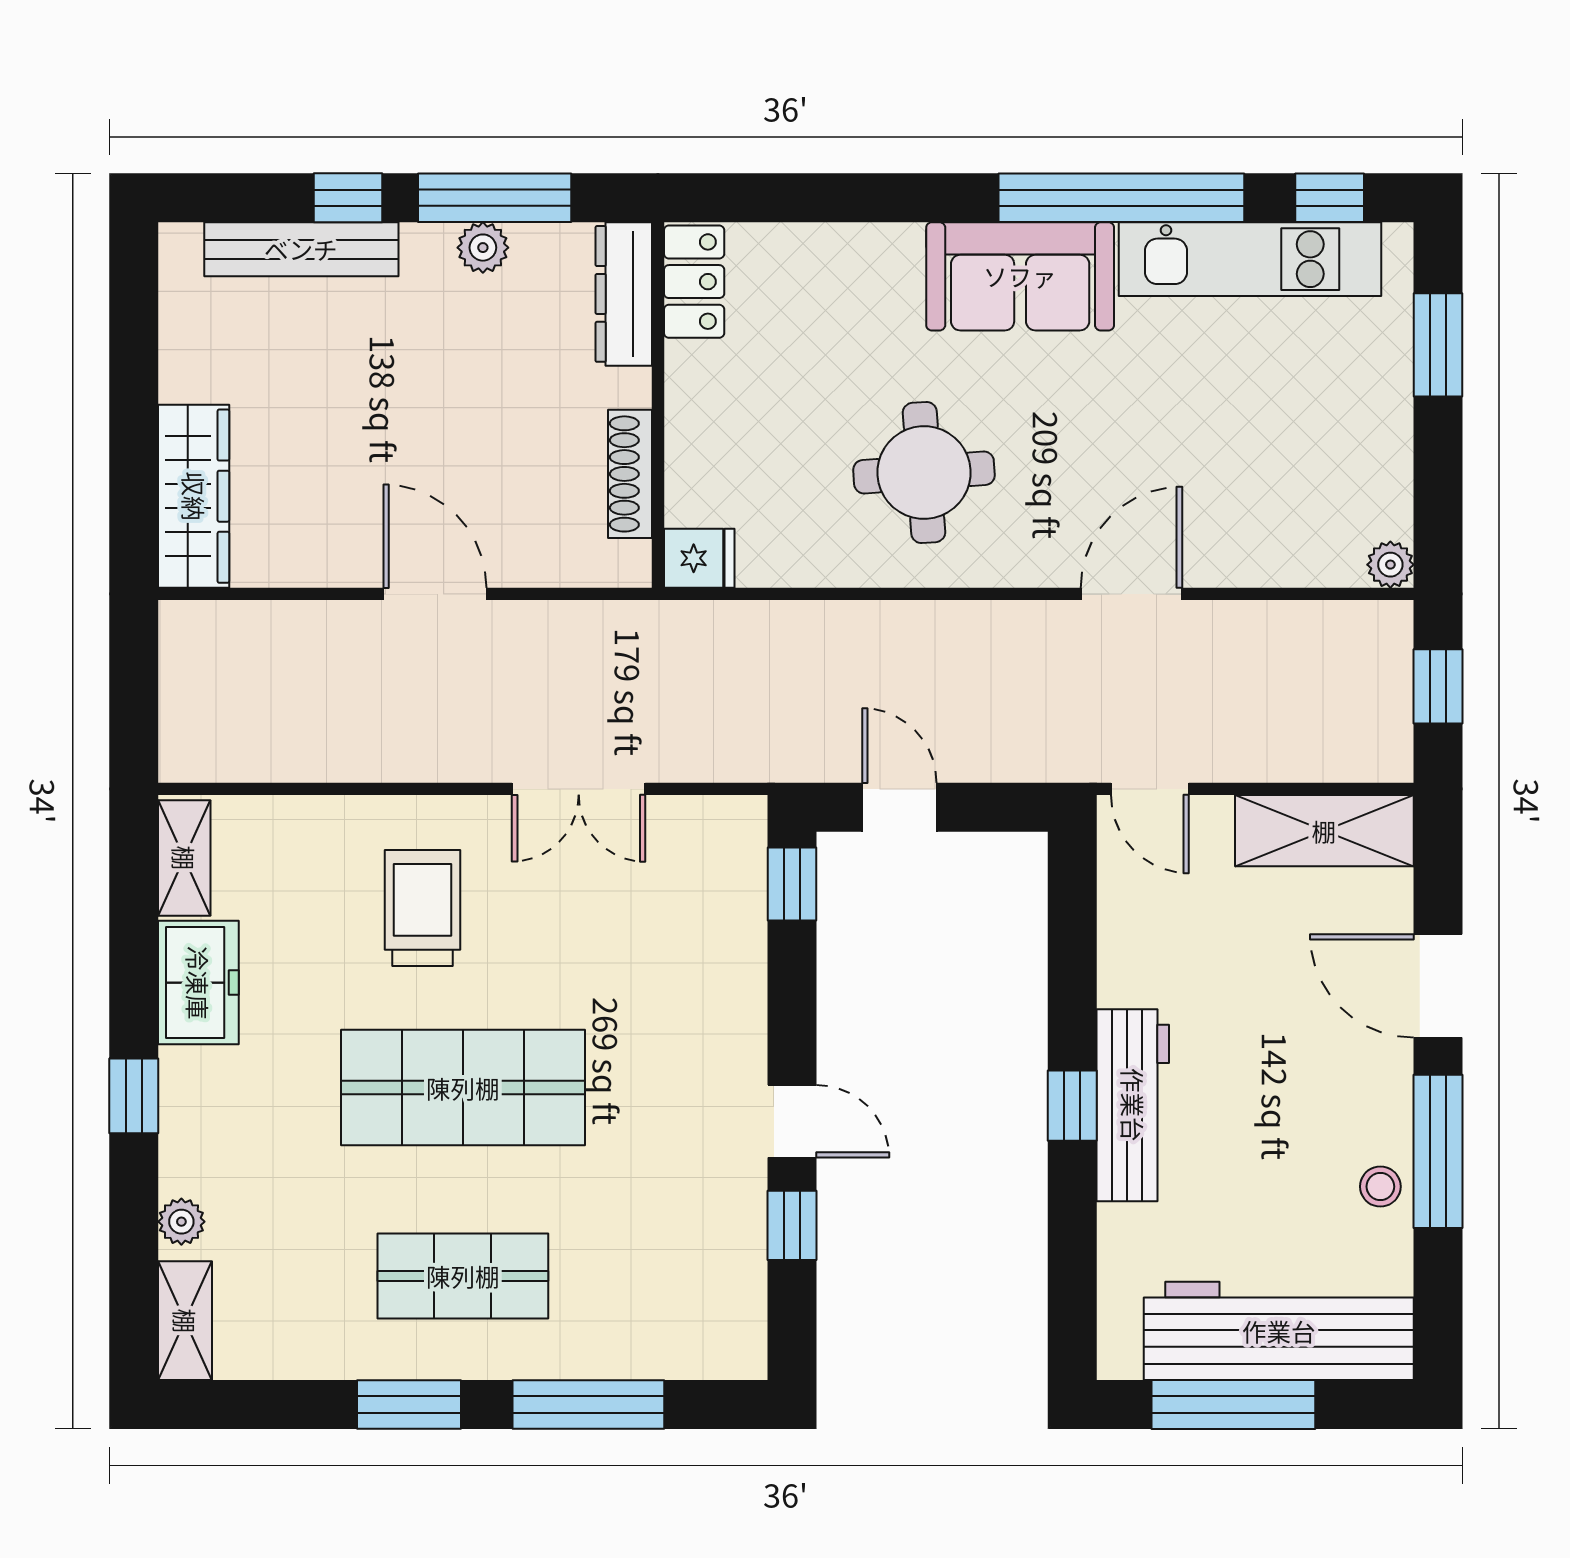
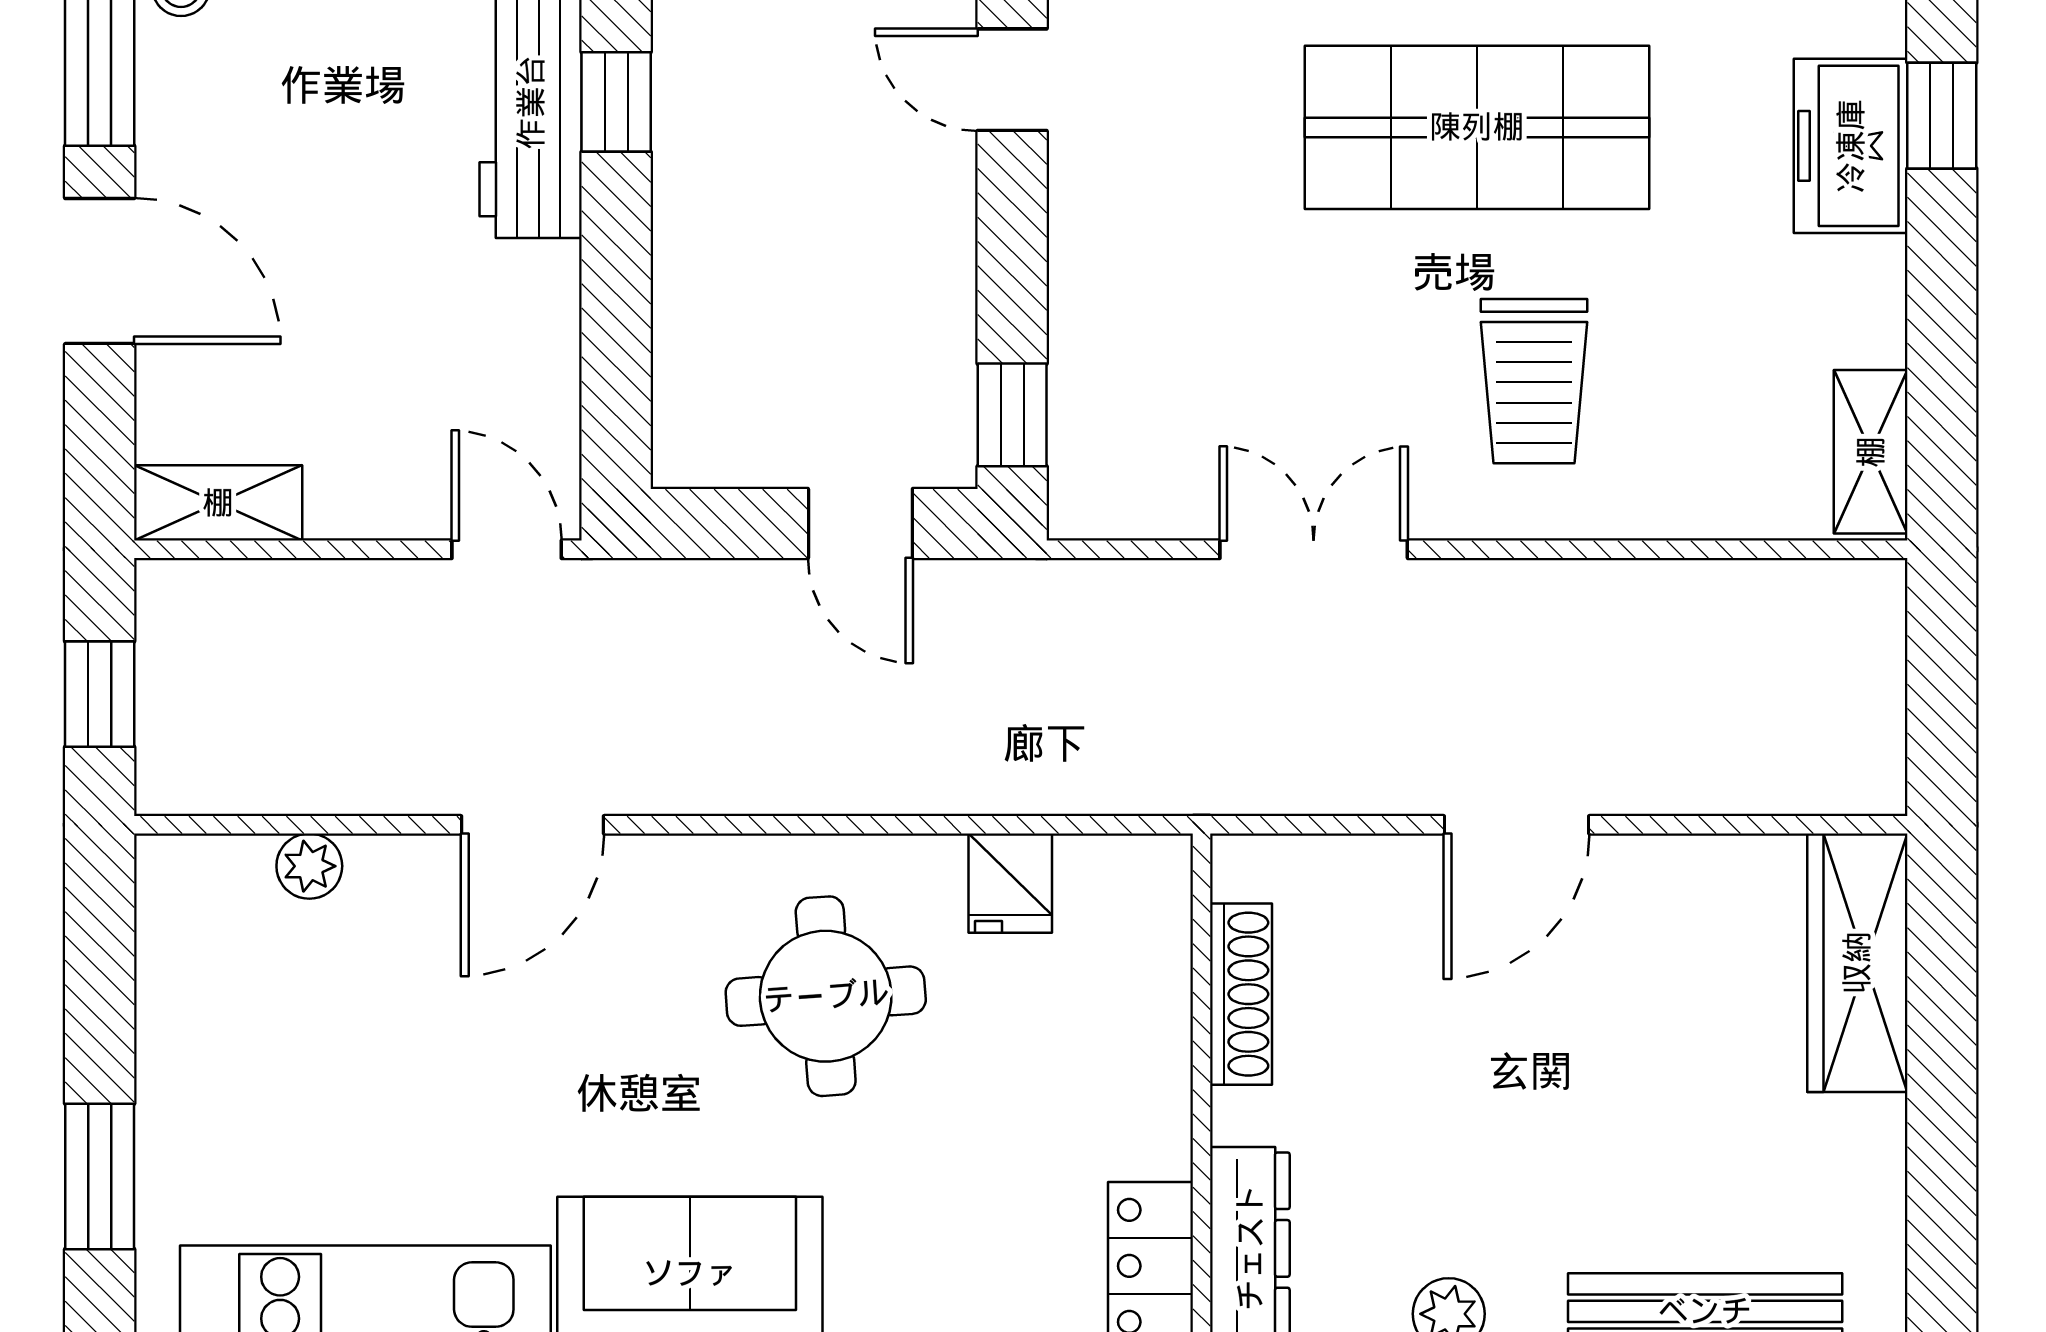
fridge: (699, 558) -> (1010, 883), moved, turned -90
plant: (1390, 565) -> (309, 866), moved
door: (435, 594) -> (1516, 825), hinge flipped
shelving: (1324, 831) -> (218, 503), width x0.67, depth x0.75
freezer: (198, 983) -> (1851, 146), moved

